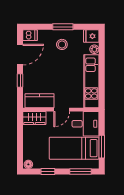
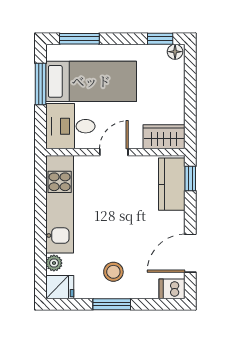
window: (20, 81) -> (190, 178), moved
kitchen counter: (40, 101) -> (172, 184), moved, turned 90
window: (48, 171) -> (160, 39), moved

